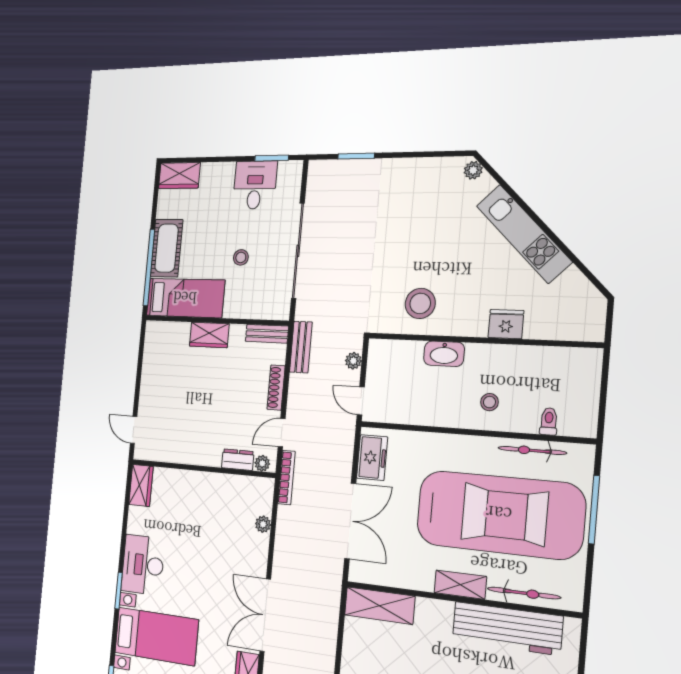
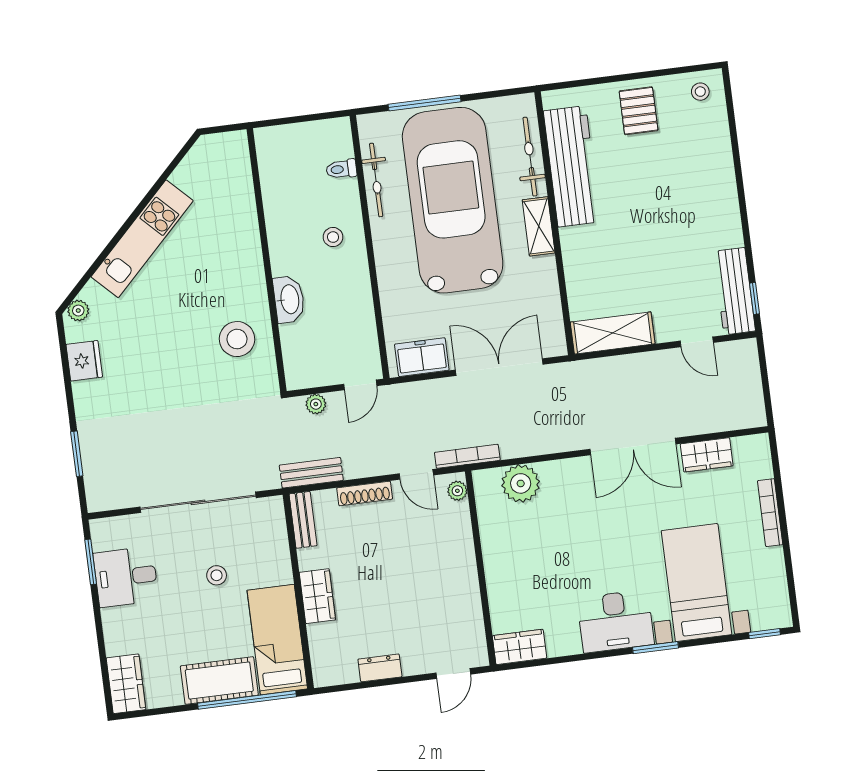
fridge: (506, 324) -> (84, 361), moved, turned 180
dresser: (238, 460) -> (380, 668), moved, turned 90
plant: (263, 524) -> (521, 483), width x1.88, depth x1.88
shelving: (379, 606) -> (613, 333), moved, turned 90

